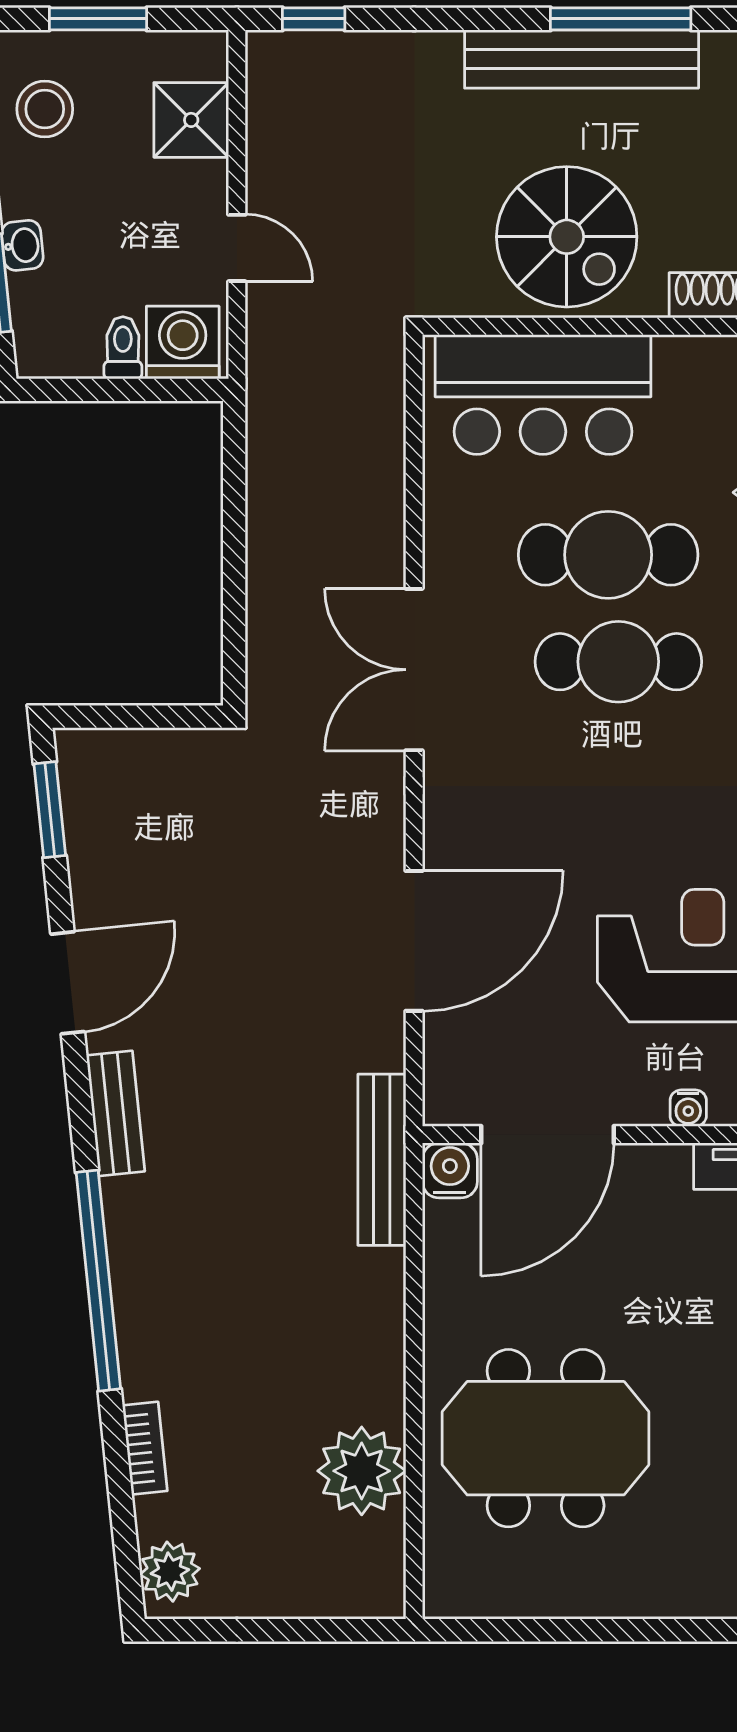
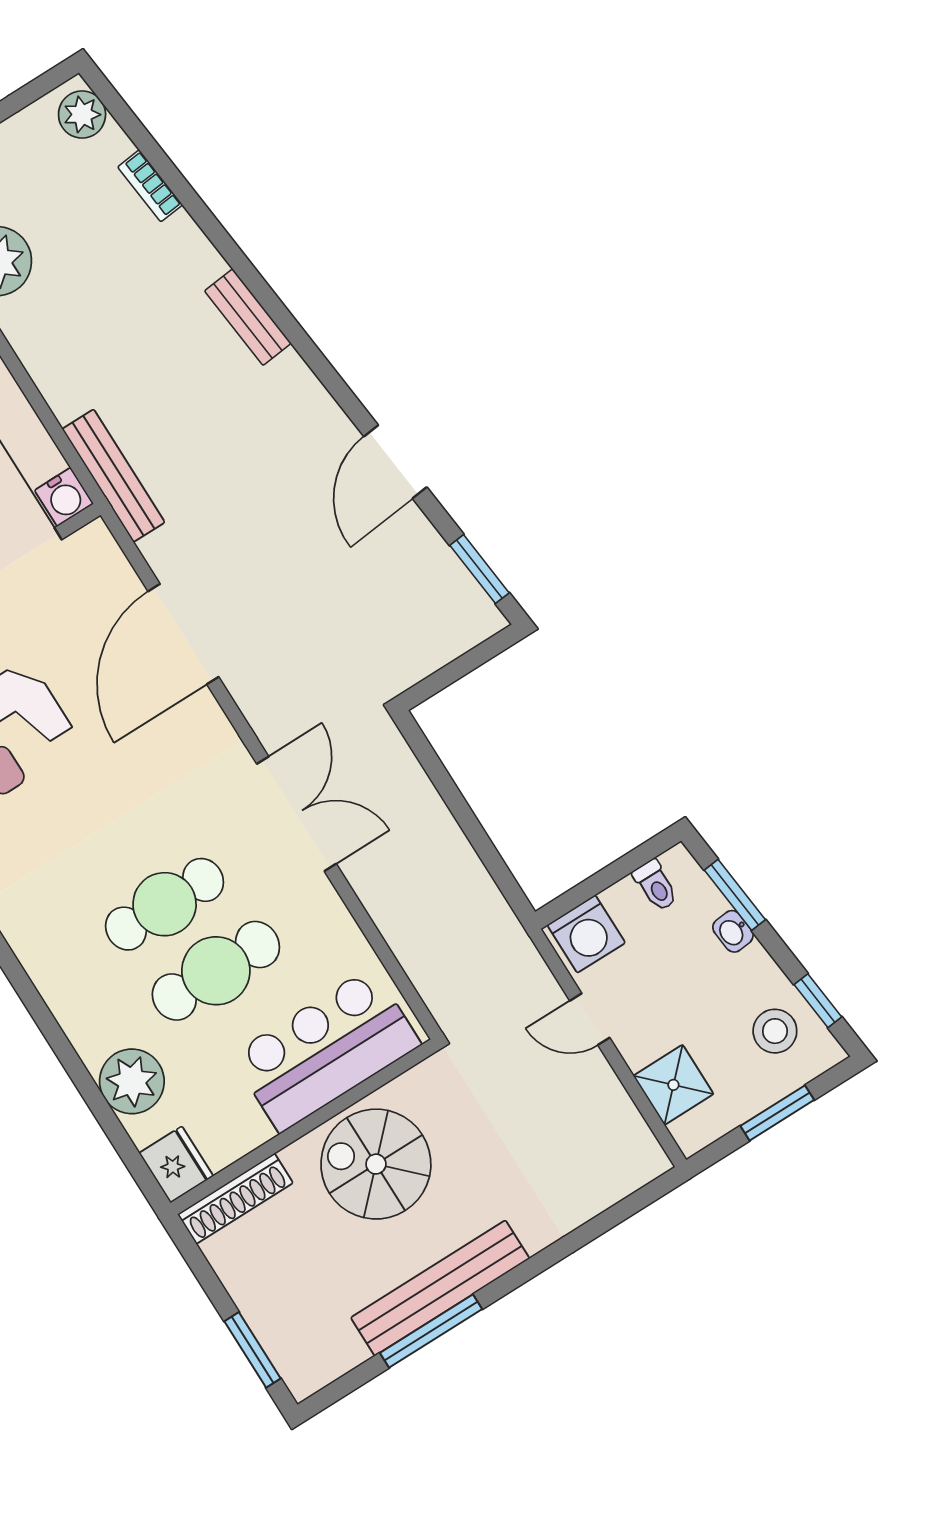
window: (314, 19) -> (634, 1203), removed
toilet: (123, 348) -> (656, 885), moved
bench: (116, 1113) -> (248, 317), moved
window: (98, 1281) -> (251, 277), removed

